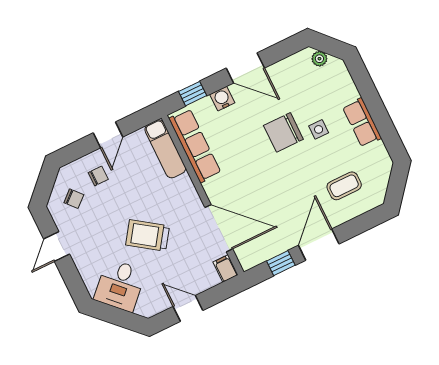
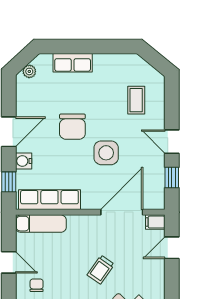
row of seats: (362, 122) -> (73, 63), moved
side table: (319, 129) -> (106, 153), moved, width x1.87, depth x1.87
trolley: (148, 236) -> (101, 270), width x0.73, depth x0.72
door: (319, 245) -> (172, 142), width x0.73
door: (188, 308) -> (172, 248), moved

